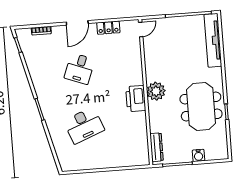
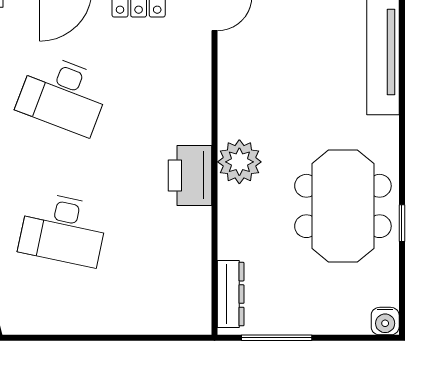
desk: (80, 69) -> (63, 95), width x1.37
desk: (84, 125) -> (63, 229), turned 33
water cooler: (199, 155) -> (385, 321), moved

